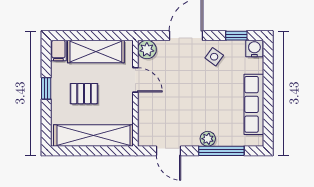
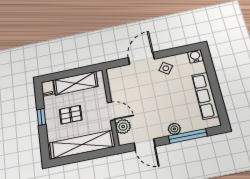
window: (236, 36) -> (179, 50), removed
plant: (147, 50) -> (123, 126), moved
door: (135, 80) -> (111, 111), moved

